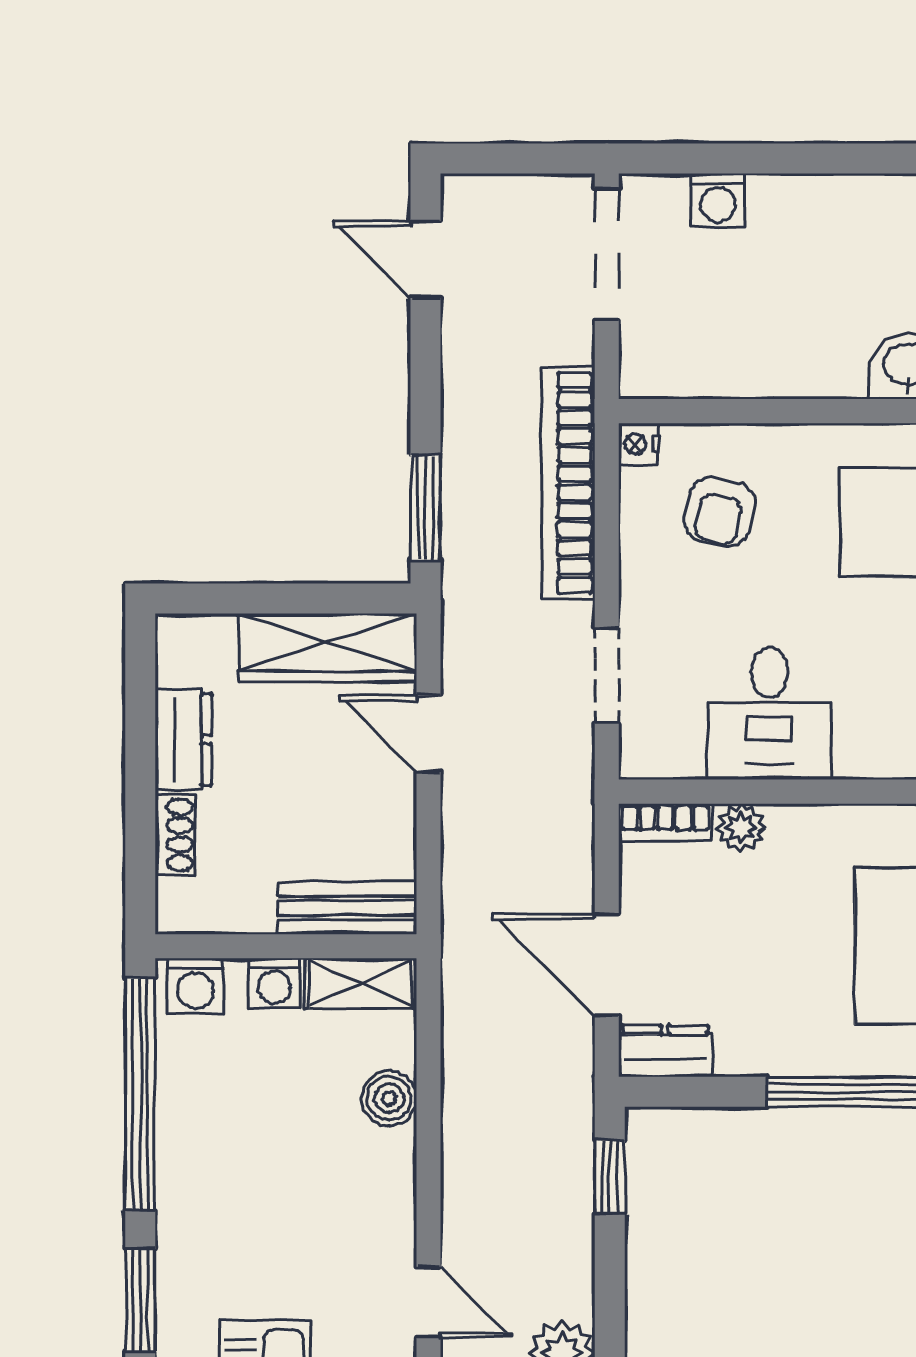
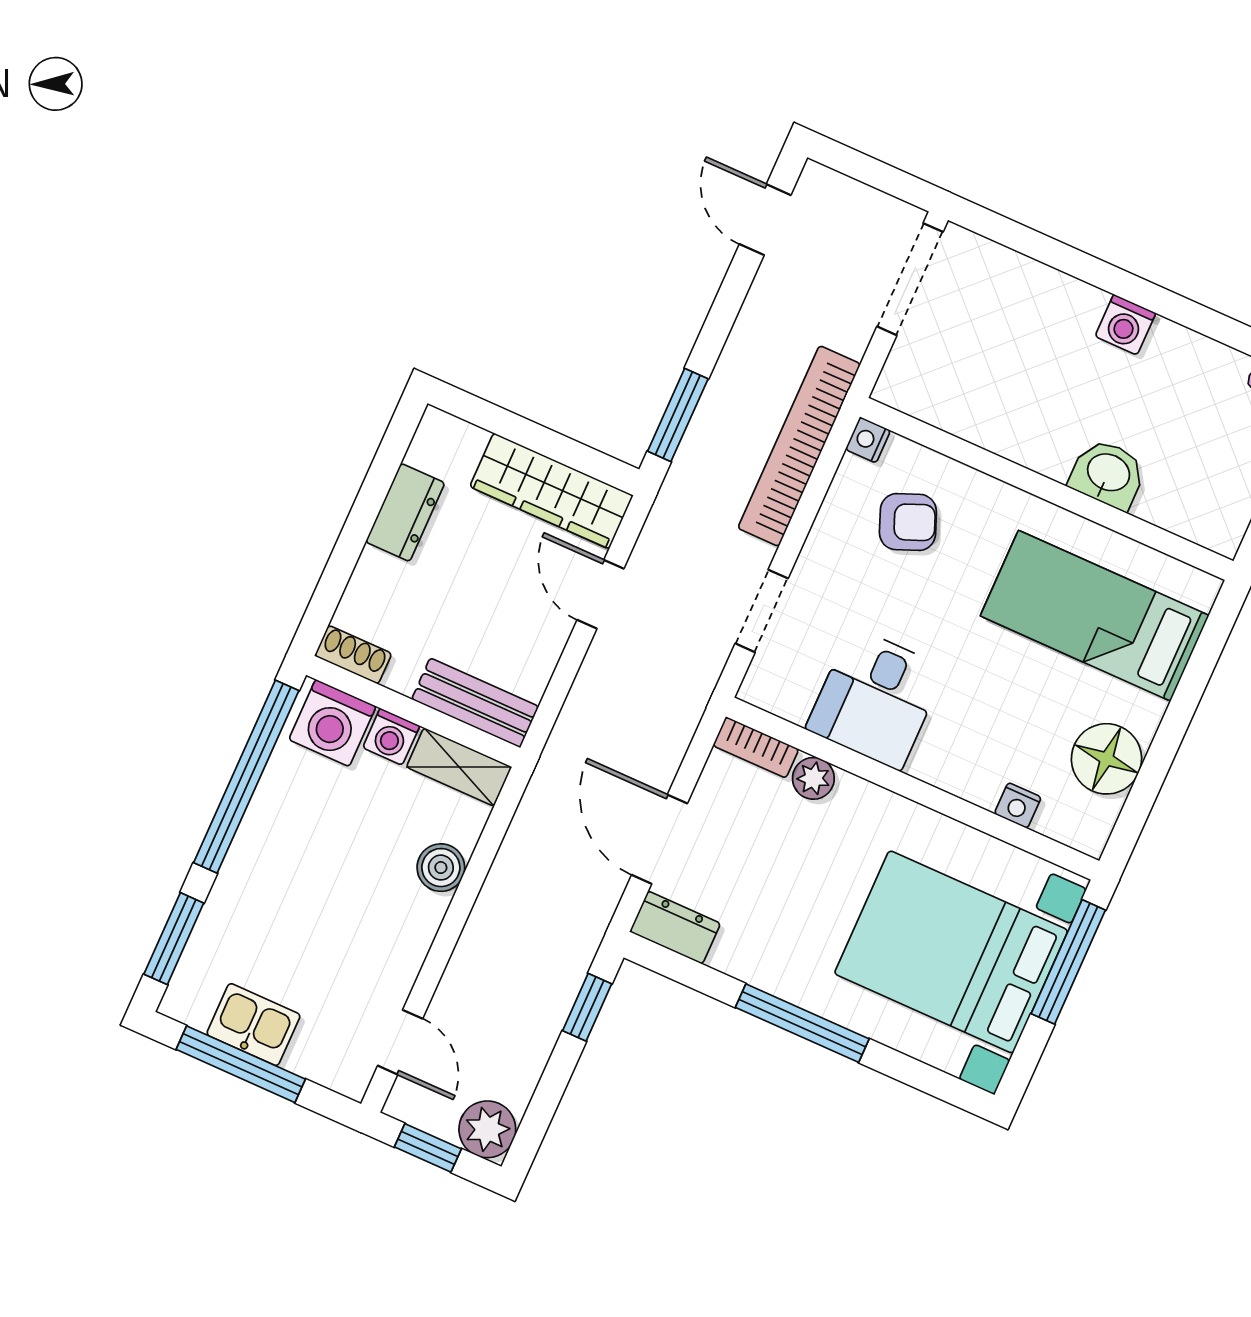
washing machine: (718, 200) -> (1125, 325), moved
armchair: (720, 512) -> (908, 522), turned -124
shoe rack: (175, 835) -> (353, 655), moved, turned -90
washing machine: (195, 986) -> (332, 723), width x1.38, depth x1.38

